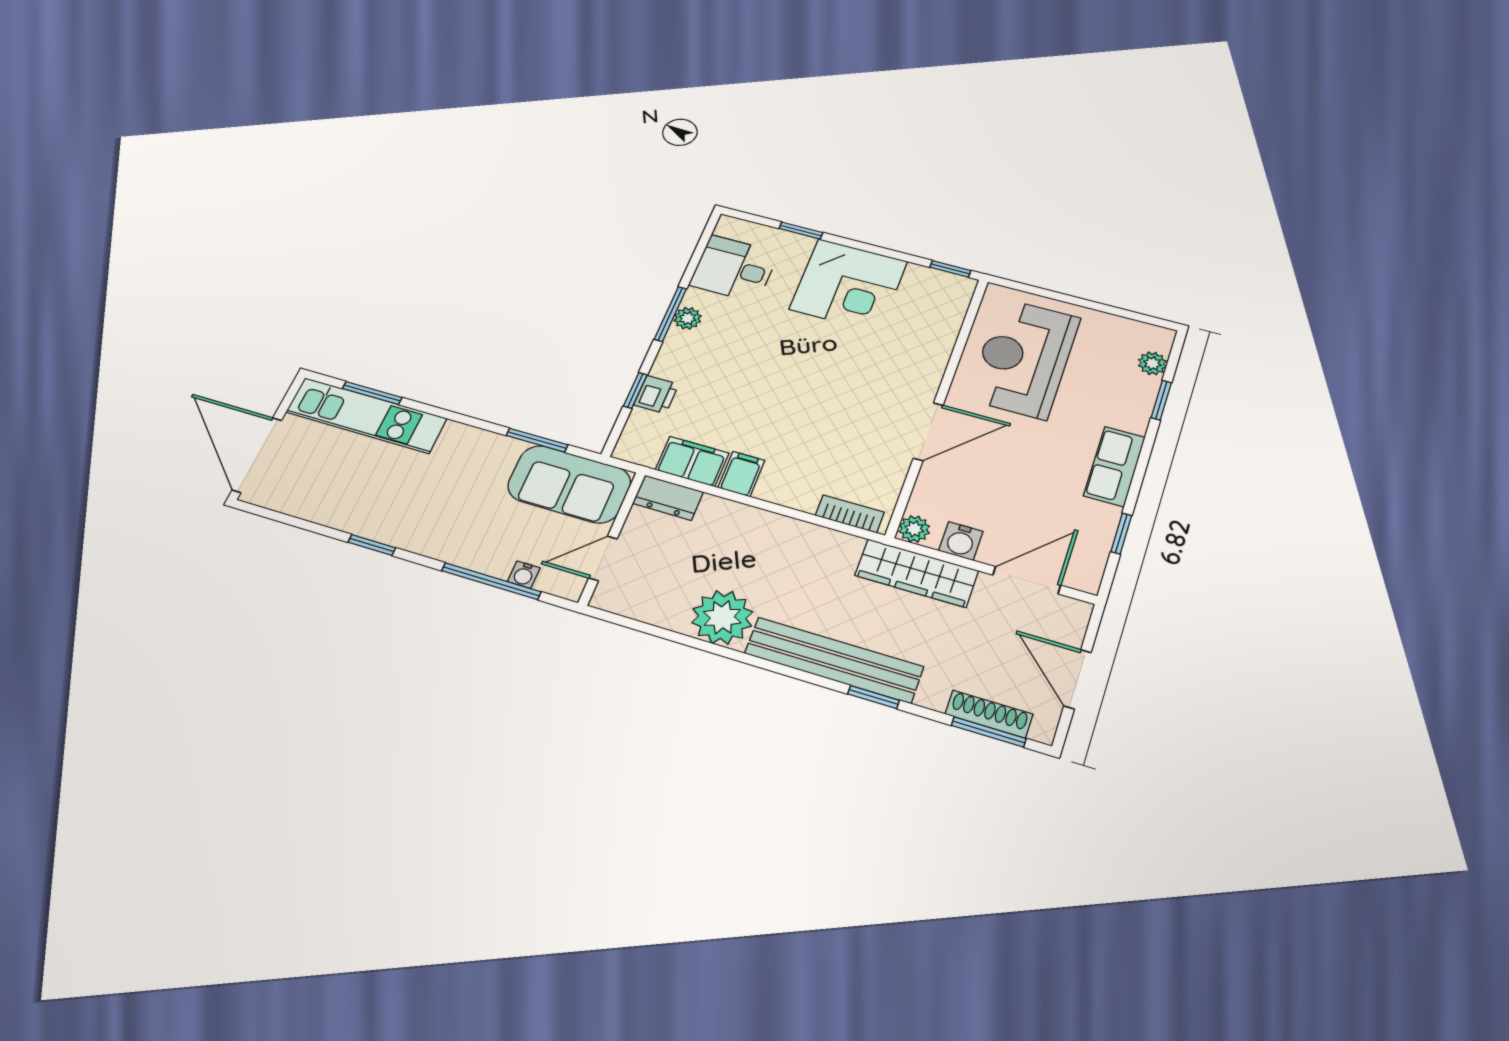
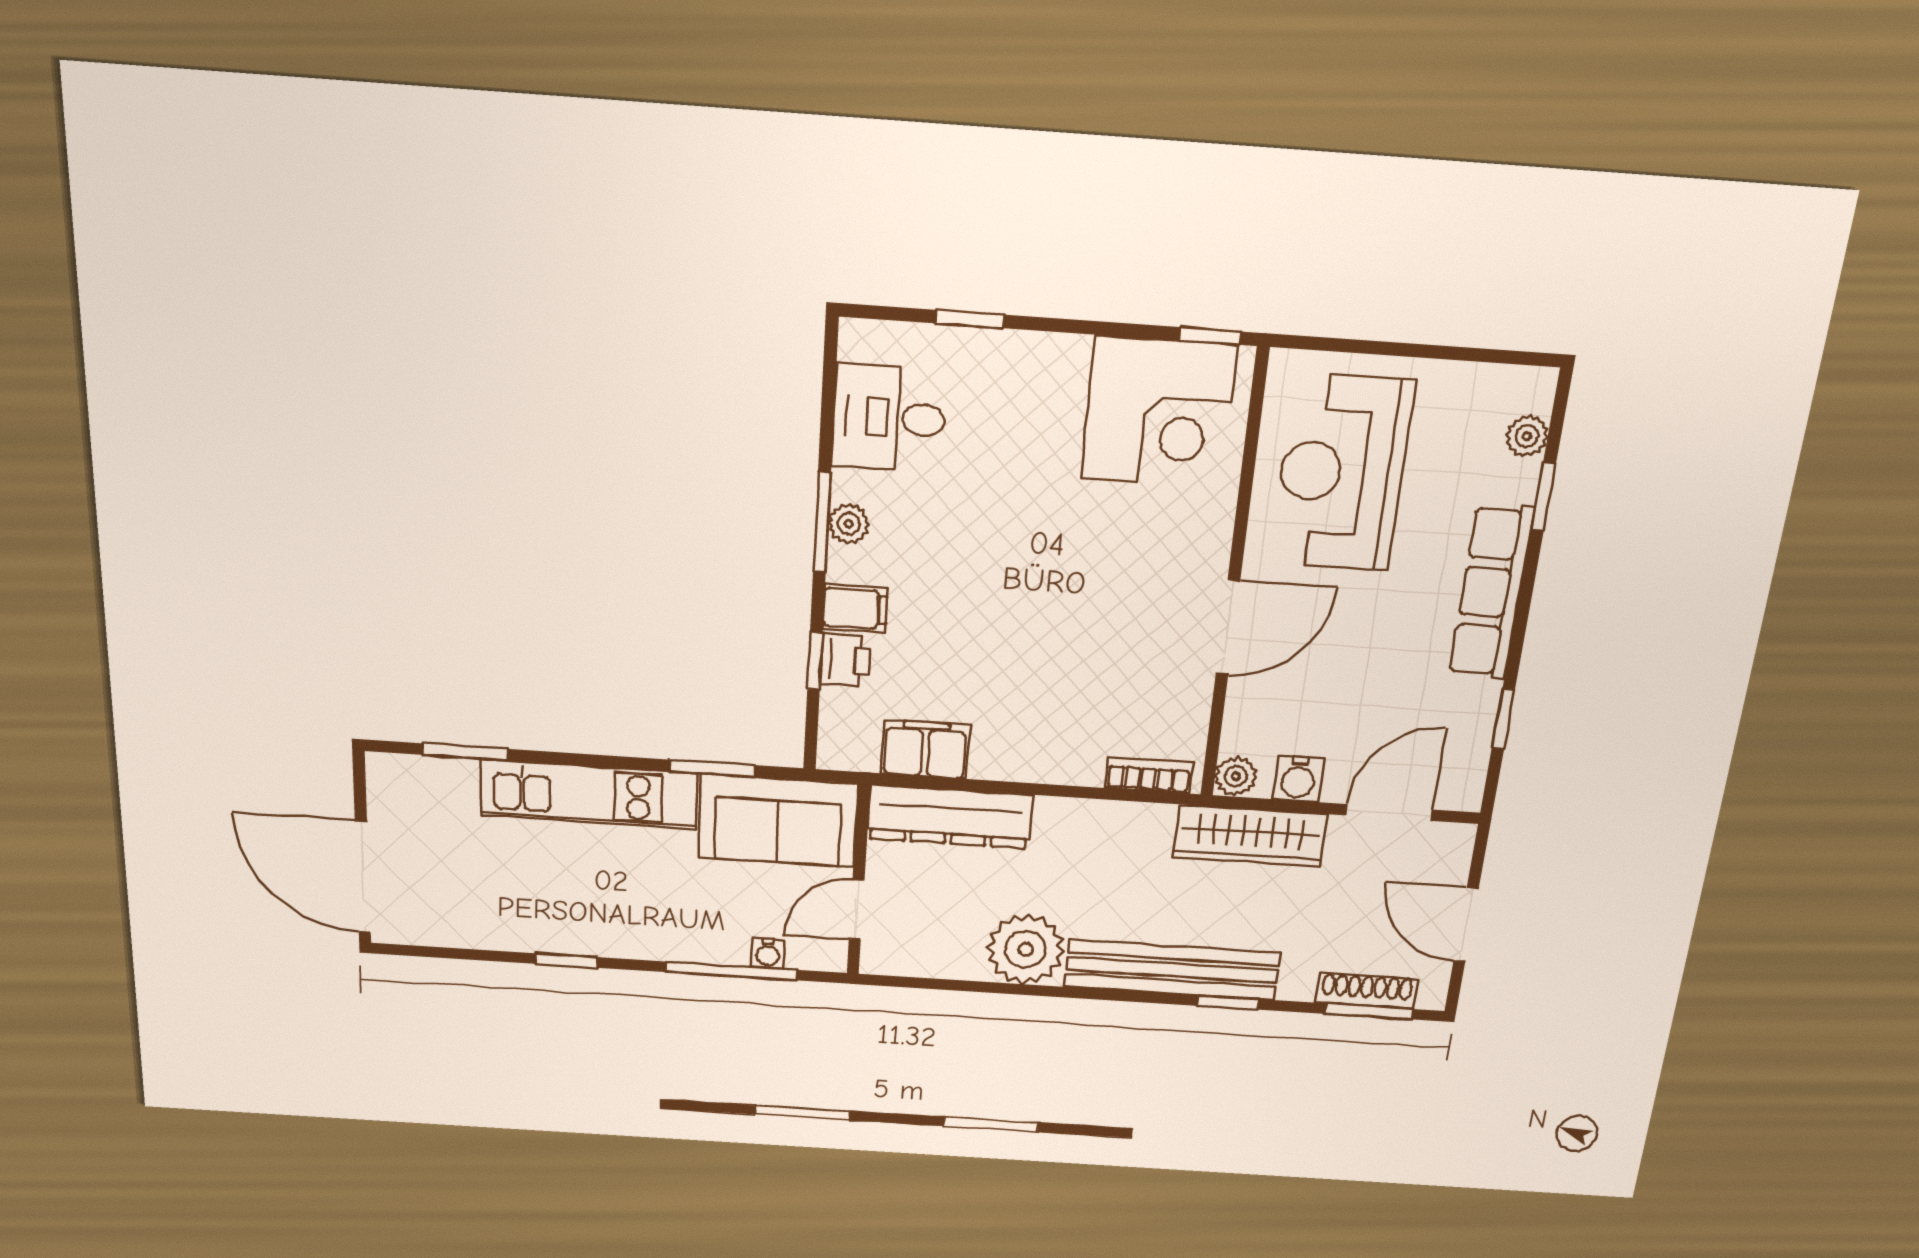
corner desk: (849, 285) -> (1159, 412), moved
kitchen unit: (366, 415) -> (589, 794), moved
row of seats: (1114, 466) -> (1491, 593), width x1.48
filing cabinet: (741, 474) -> (855, 608), moved, turned 90
dresser: (668, 498) -> (950, 817), width x1.96, depth x1.24

